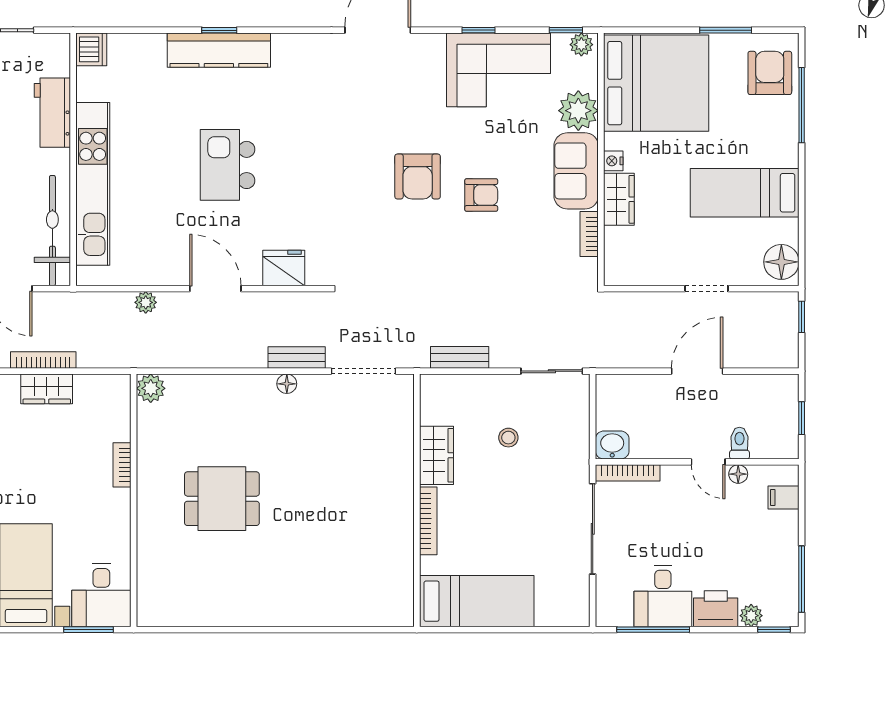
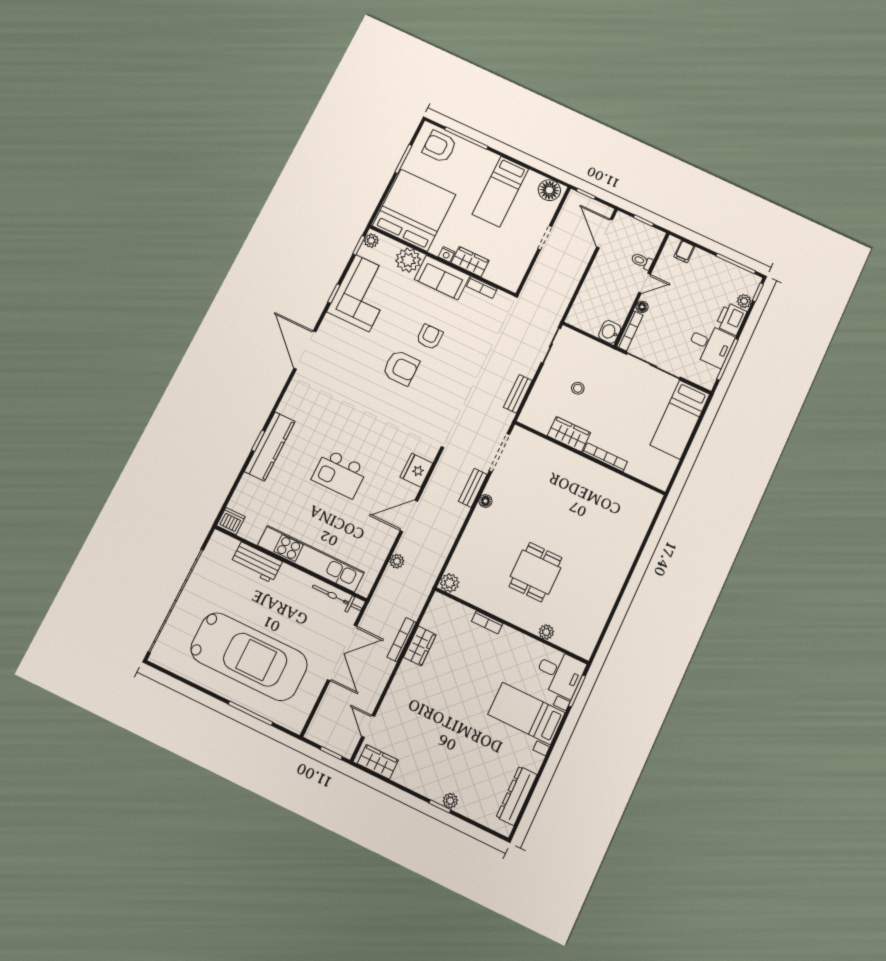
bicycle: (52, 231) -> (337, 598), width x0.73, depth x0.71
door: (697, 371) -> (605, 233), moved
floor lamp: (738, 474) -> (642, 307), moved
plant: (148, 551) -> (546, 632), added
bed: (477, 601) -> (680, 420), moved, turned 180

